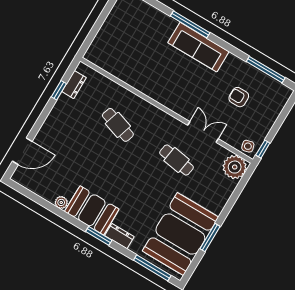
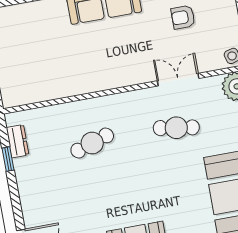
cafe table: (118, 125) -> (92, 143), turned -36

